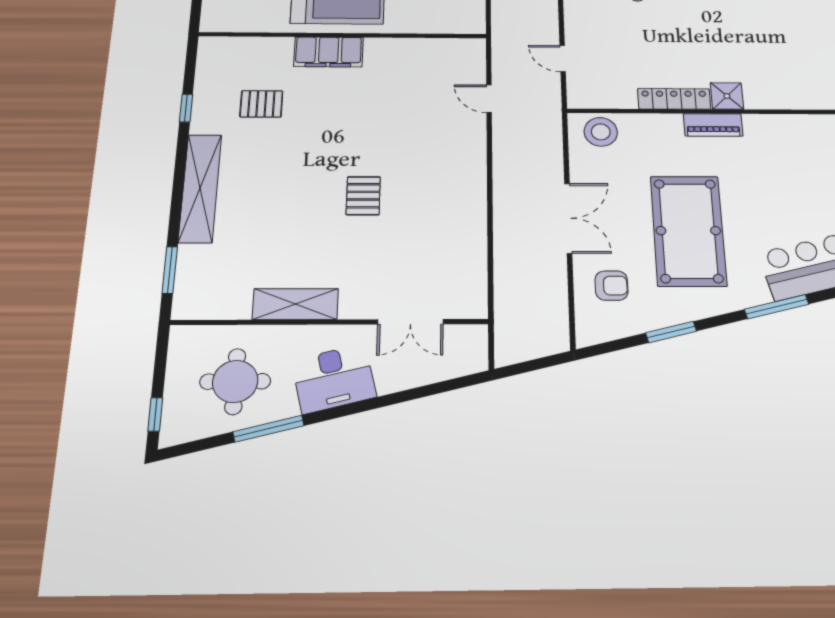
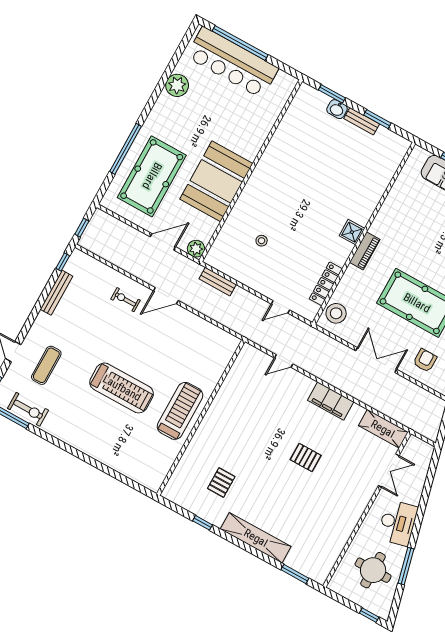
filing cabinet: (329, 52) -> (331, 401), moved, turned 90
locker: (674, 99) -> (326, 284), moved
shelving: (295, 304) -> (383, 429), moved, turned 90

